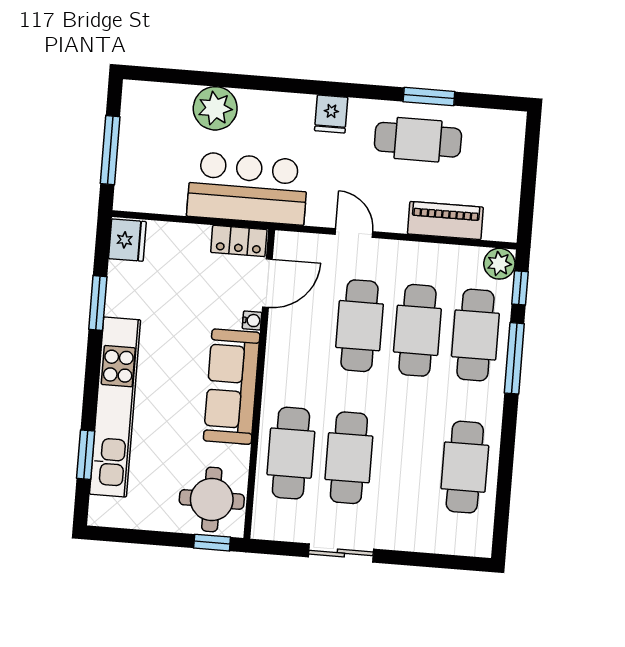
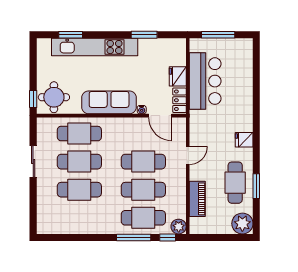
plant: (215, 108) -> (242, 224), moved
bar counter: (248, 188) -> (205, 81), moved
fridge: (127, 240) -> (178, 76), moved, turned 90
cafe table: (465, 467) -> (79, 190), moved

